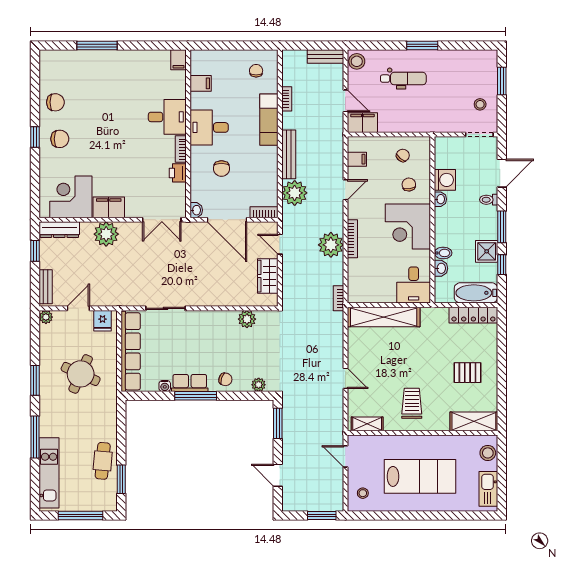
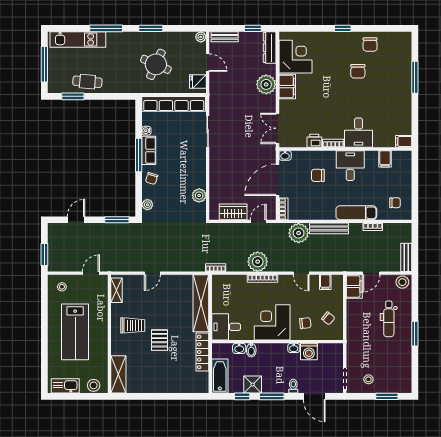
chair: (60, 139) -> (358, 71), moved
locker: (473, 315) -> (202, 352), moved
pallet: (467, 373) -> (160, 340), moved

